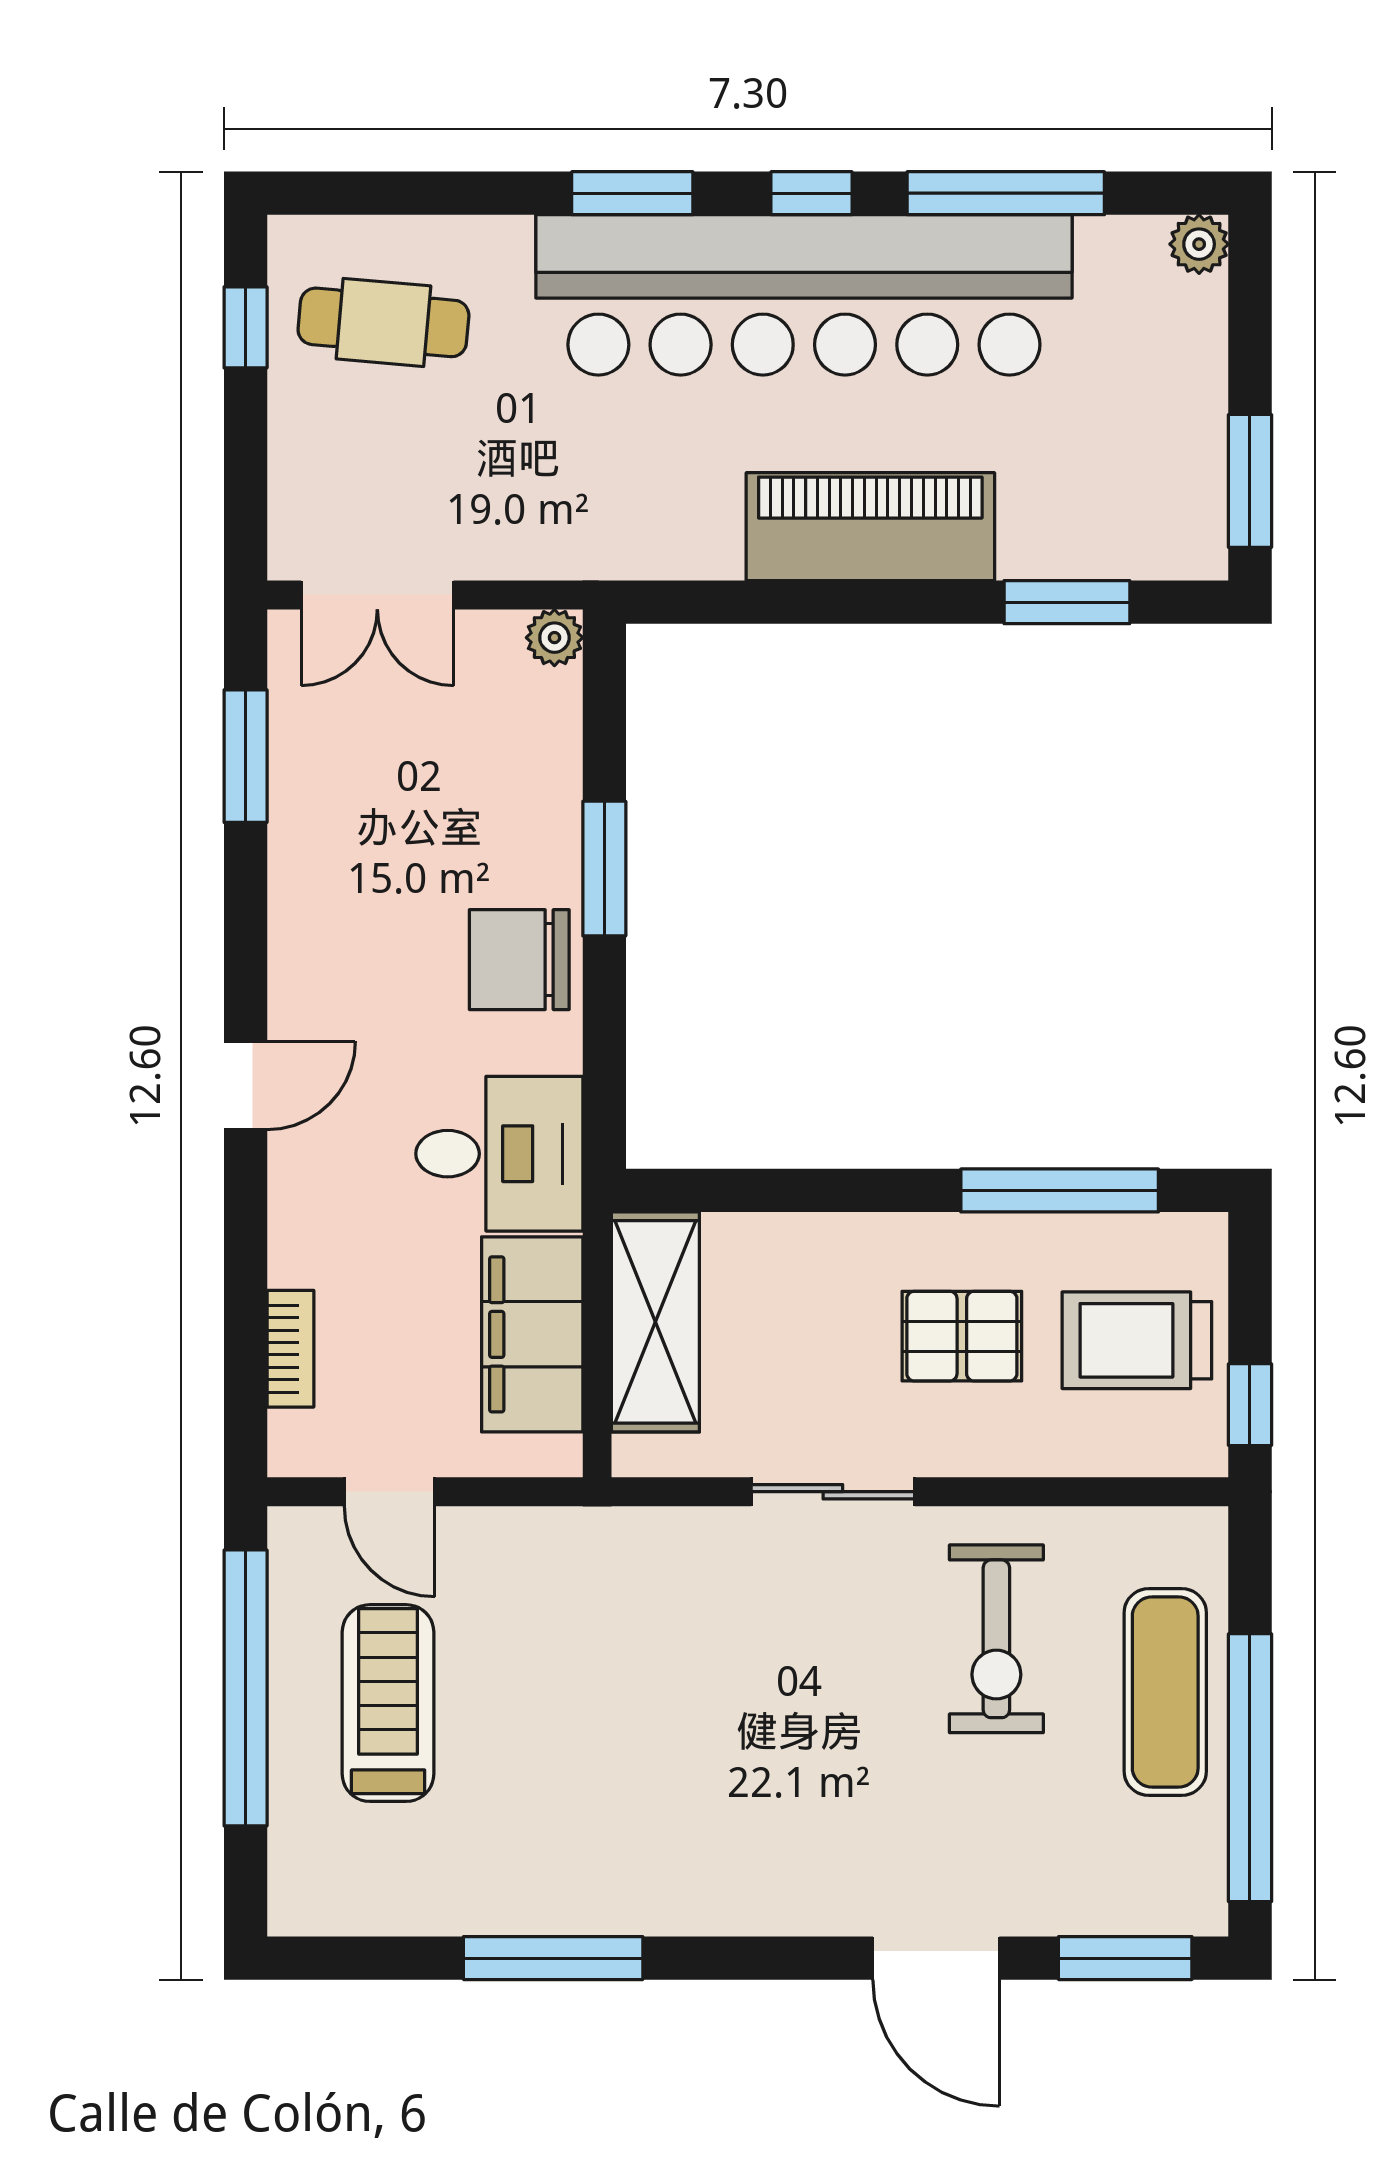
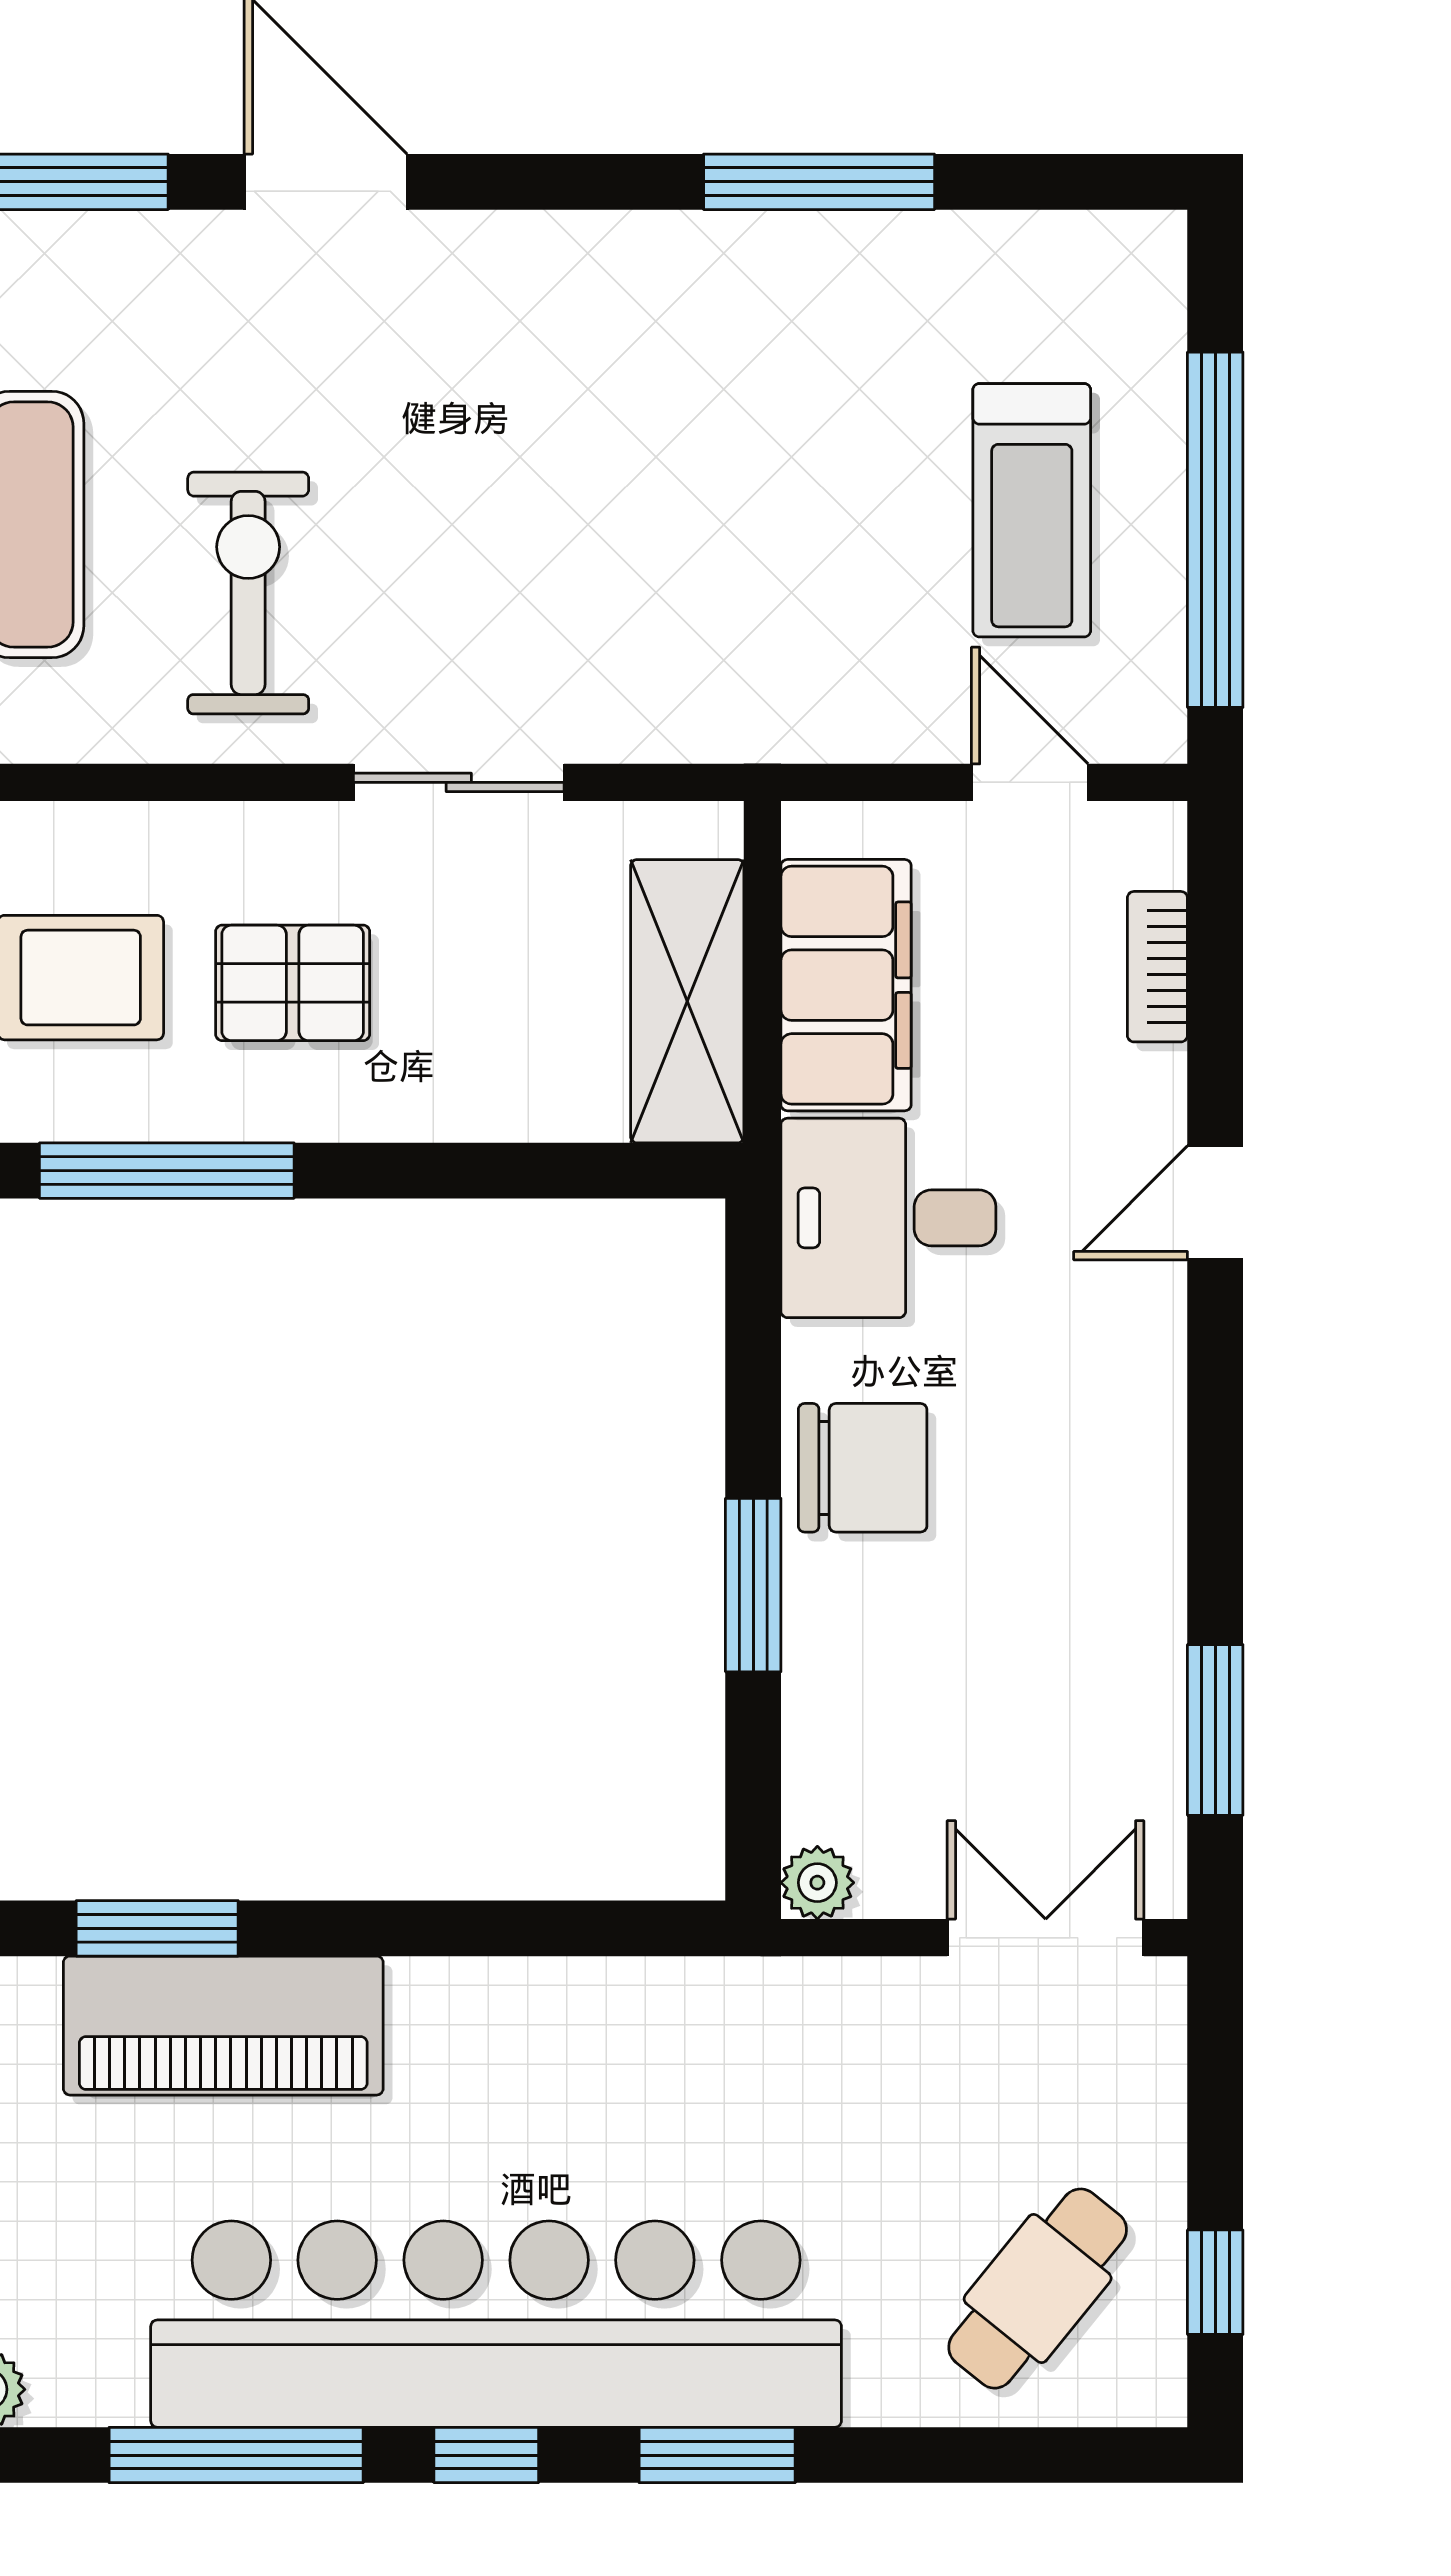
cafe table: (383, 322) -> (1038, 2289), turned -56
piano: (870, 527) -> (223, 2026), moved
door: (246, 1085) -> (1215, 1203), moved

